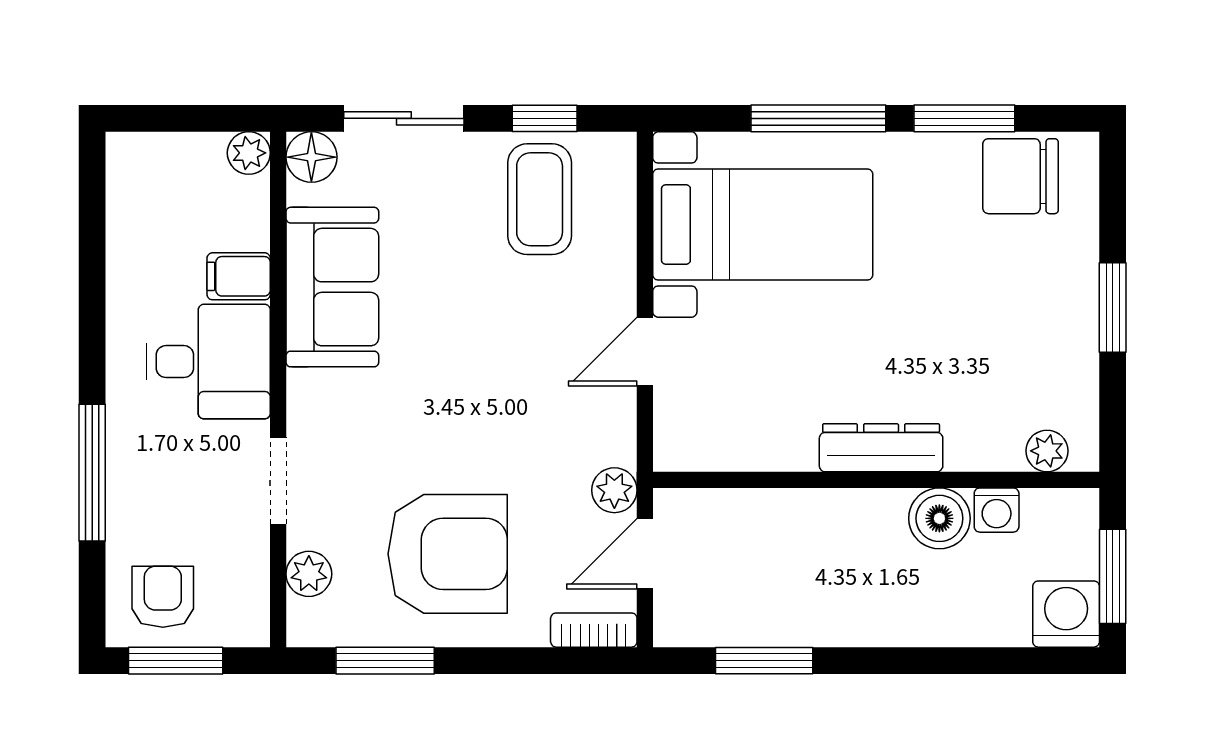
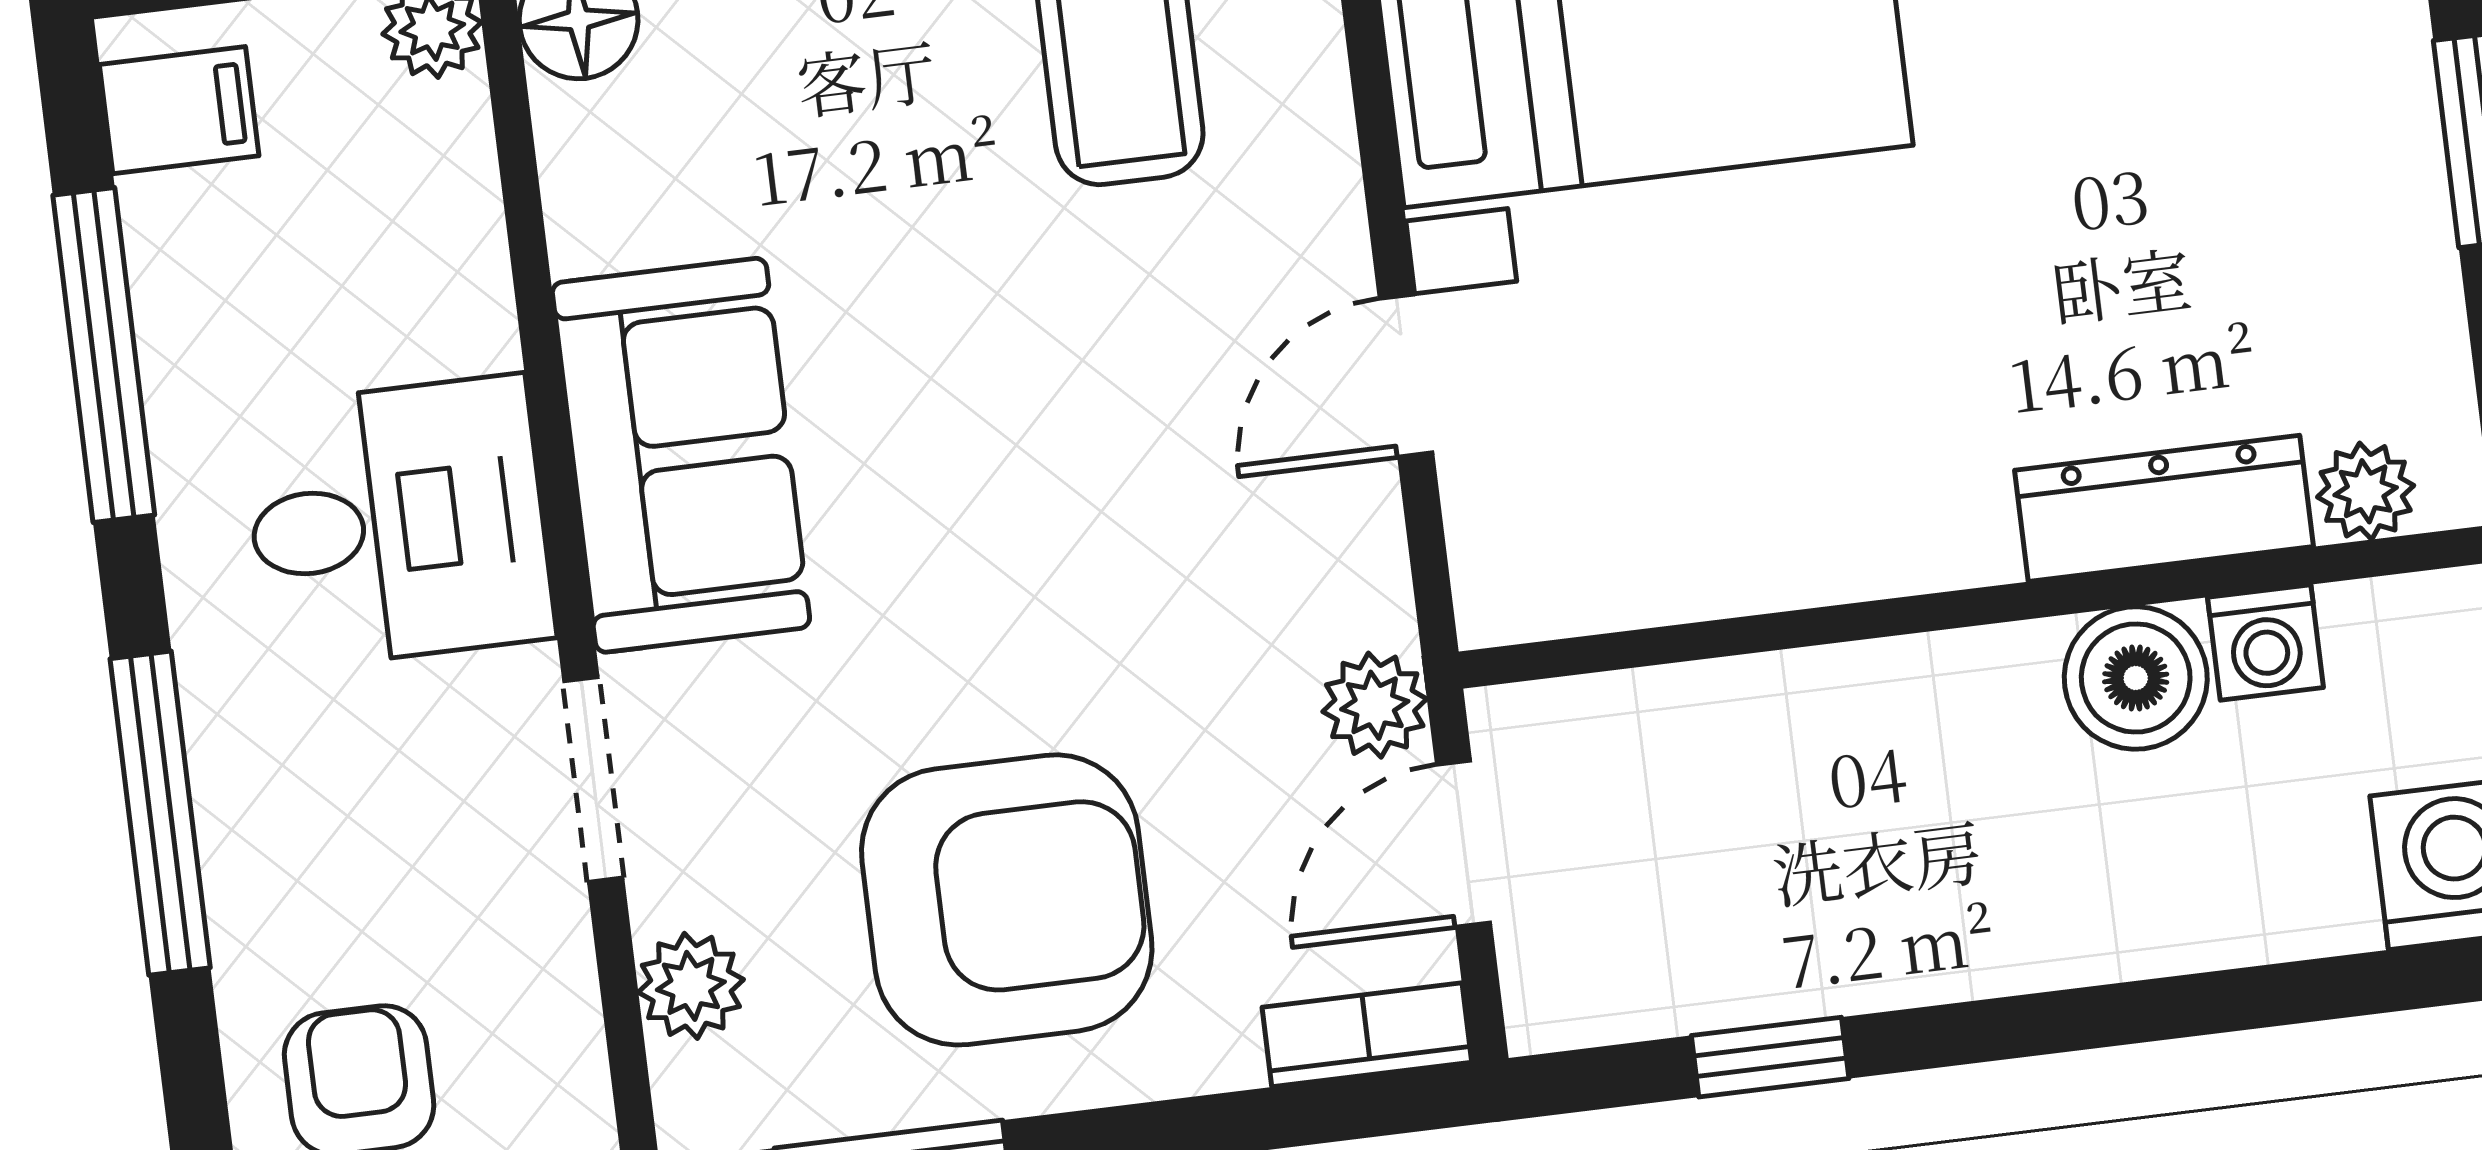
window: (92, 275) -> (104, 355), added
filing cabinet: (239, 276) -> (179, 110), moved, turned 180
sofa: (332, 287) -> (681, 455), moved
dresser: (881, 448) -> (2164, 508), moved
window: (764, 661) -> (1770, 1057), width x0.67

